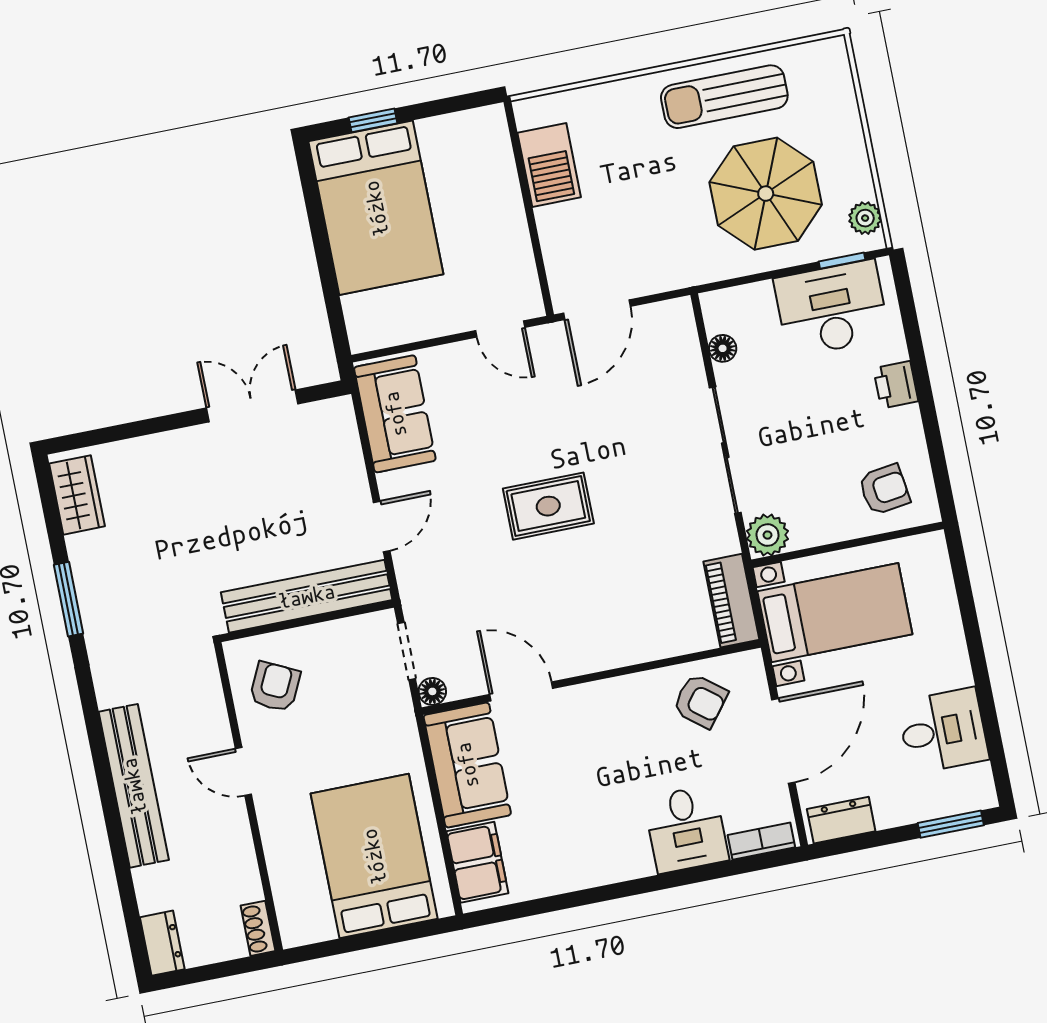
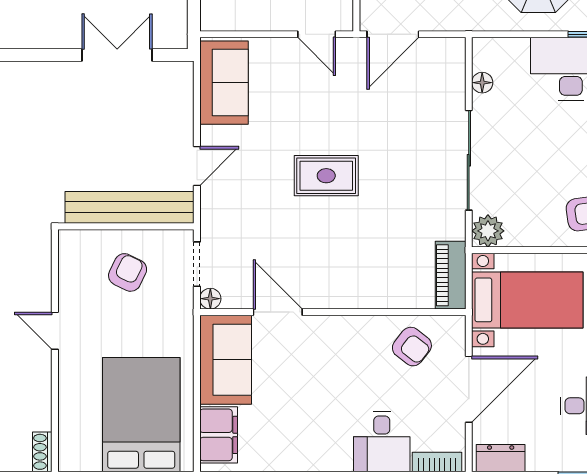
armchair: (275, 687) -> (128, 272), moved

